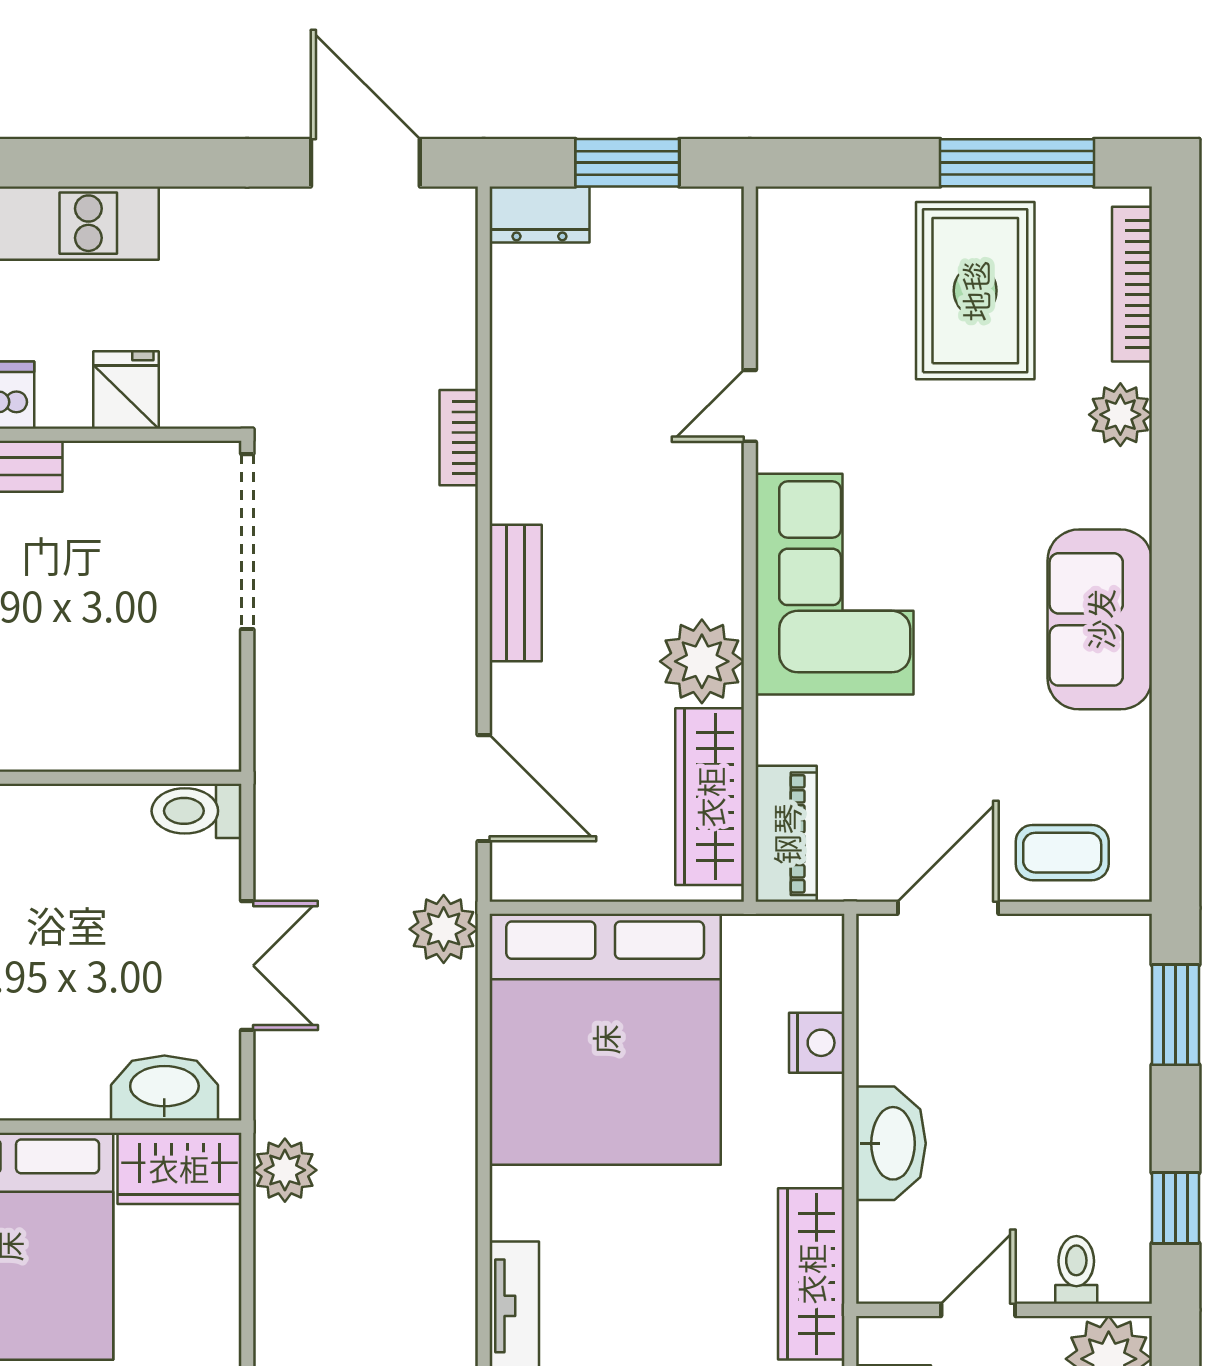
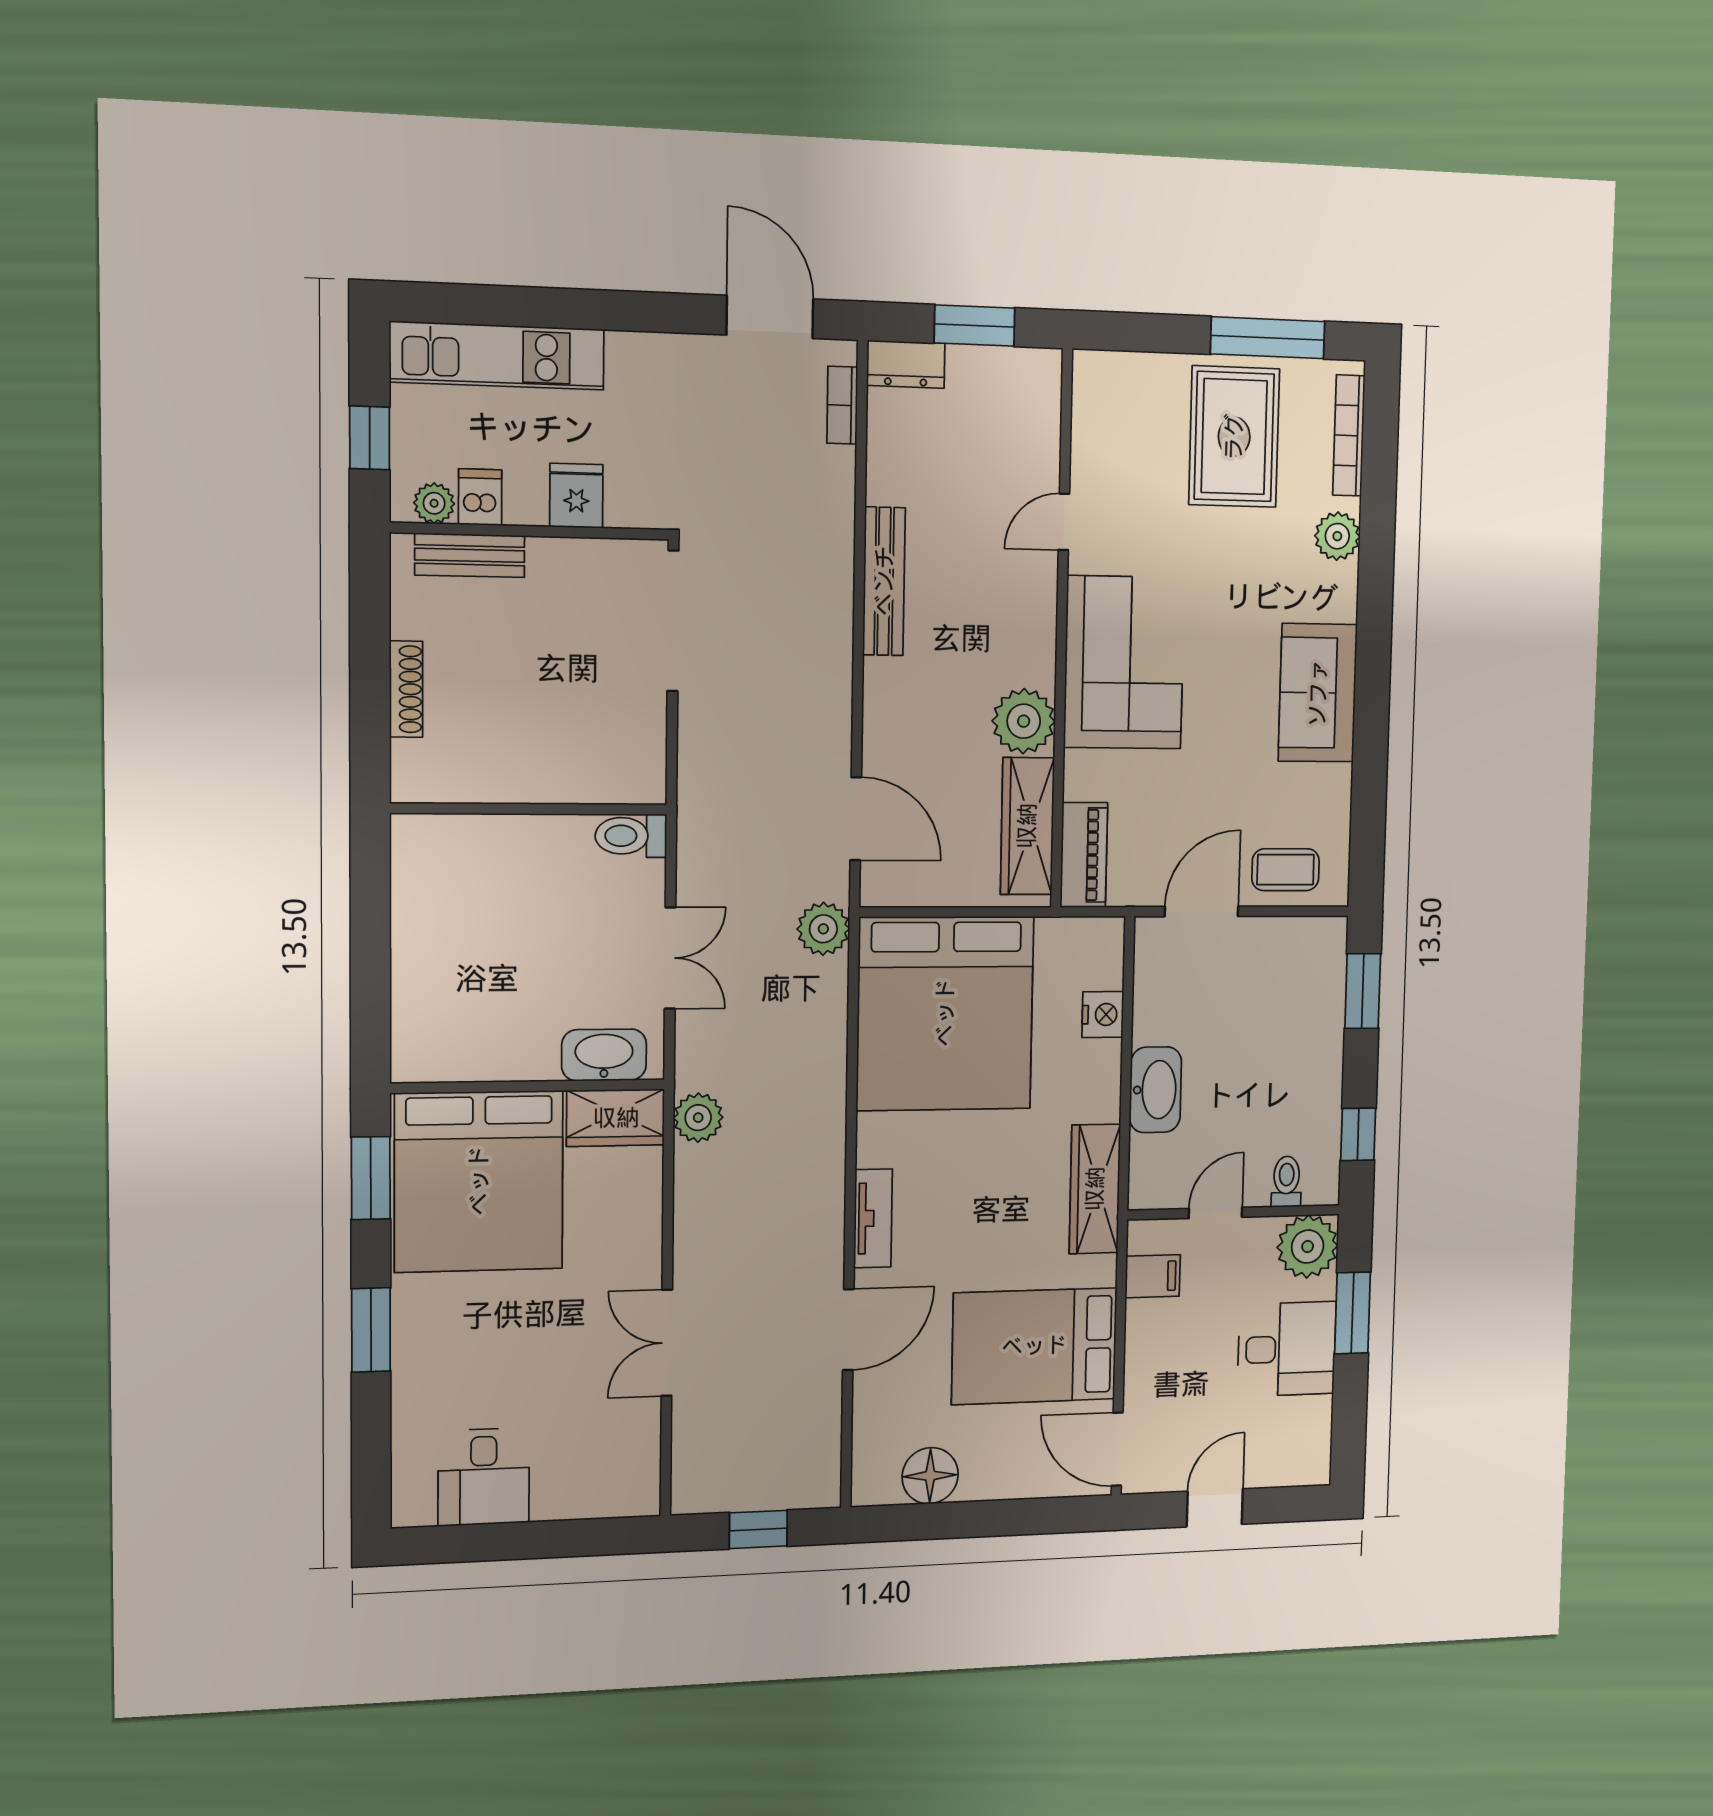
bookcase: (459, 438) -> (842, 405), moved
bench: (516, 593) -> (884, 581), moved, width x1.36

